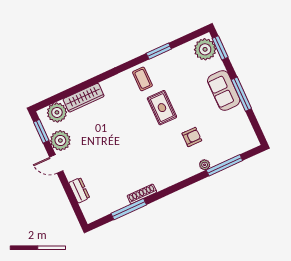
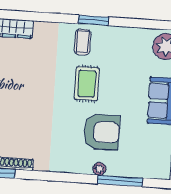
window: (159, 51) -> (93, 20), moved
armchair: (192, 137) -> (102, 132), width x1.88, depth x1.88

